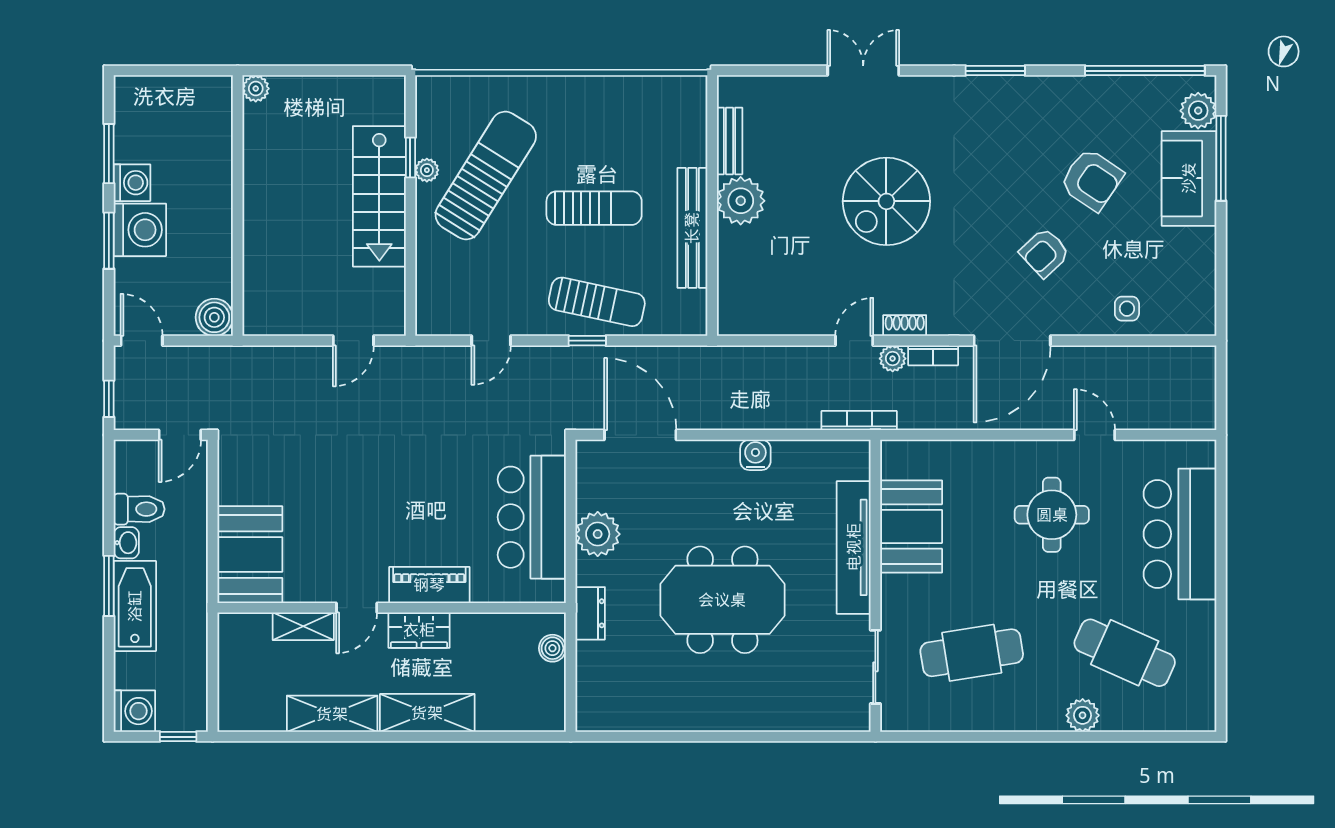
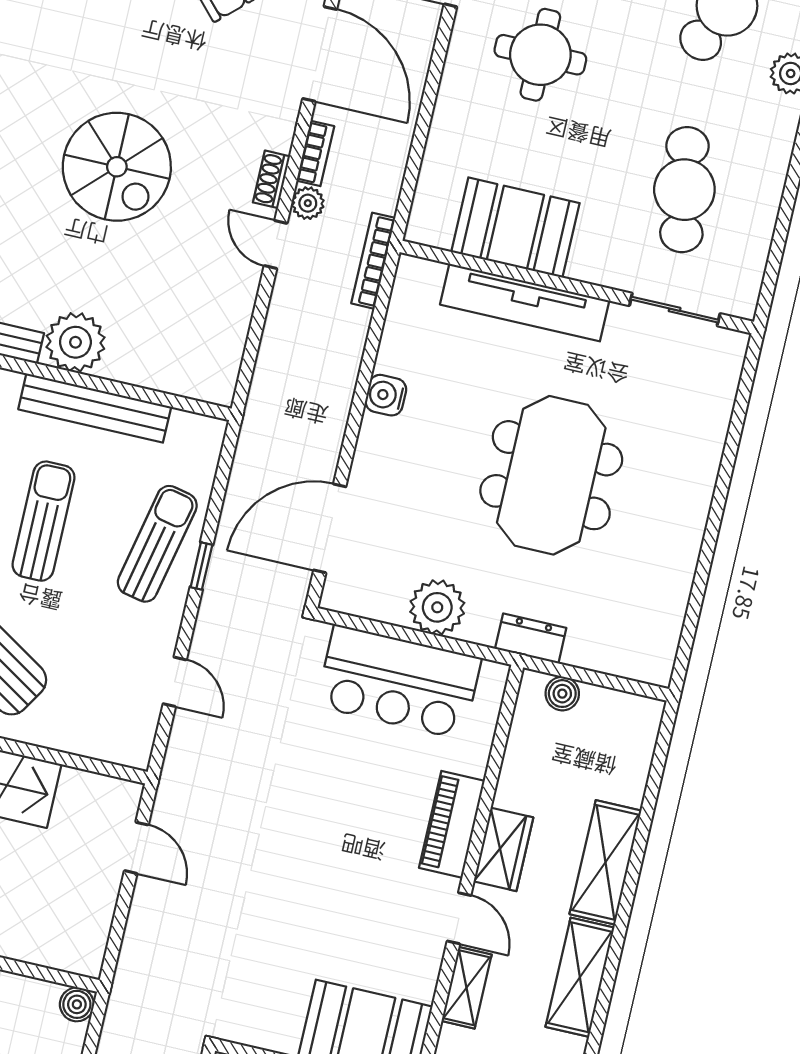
boiler: (214, 317) -> (77, 1004), width x0.73, depth x0.73

